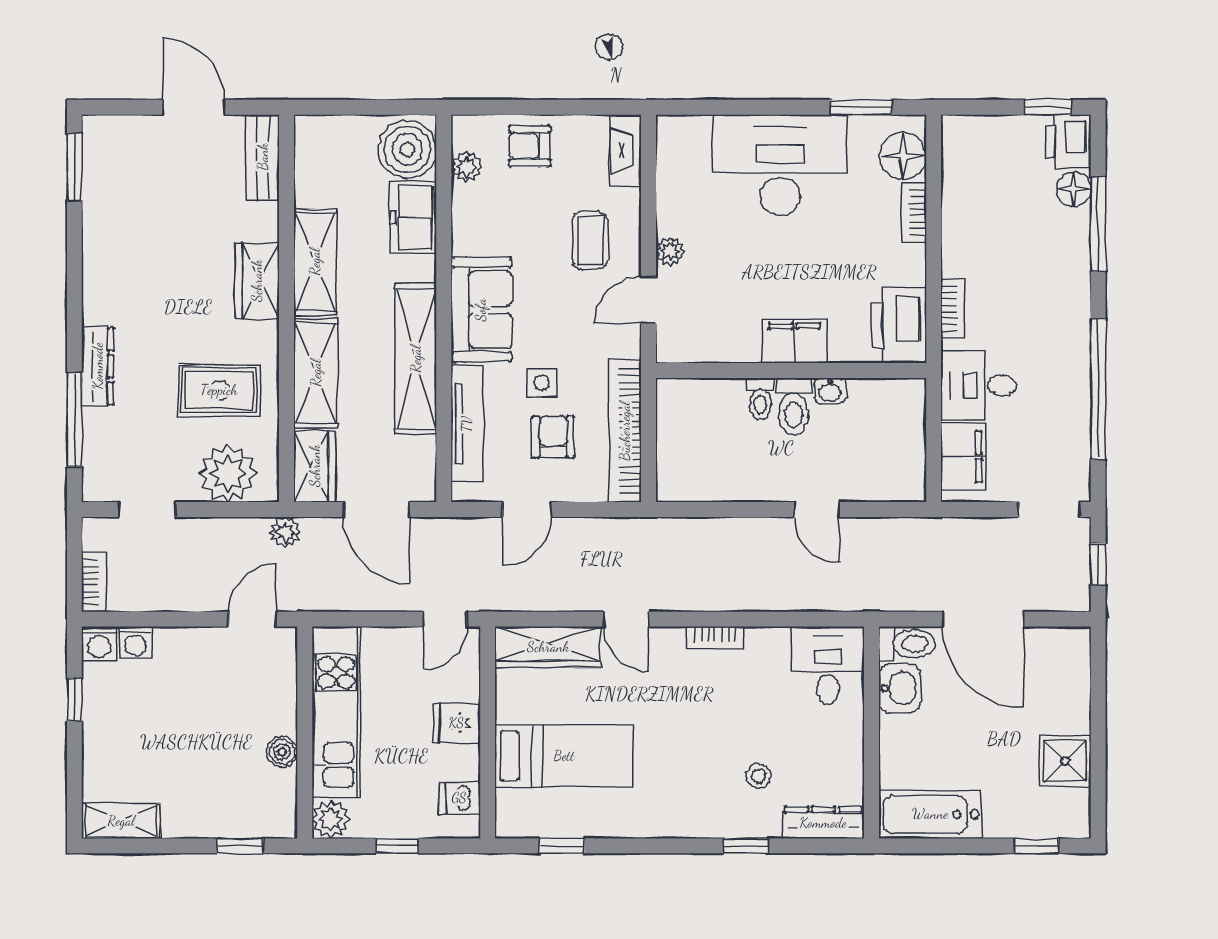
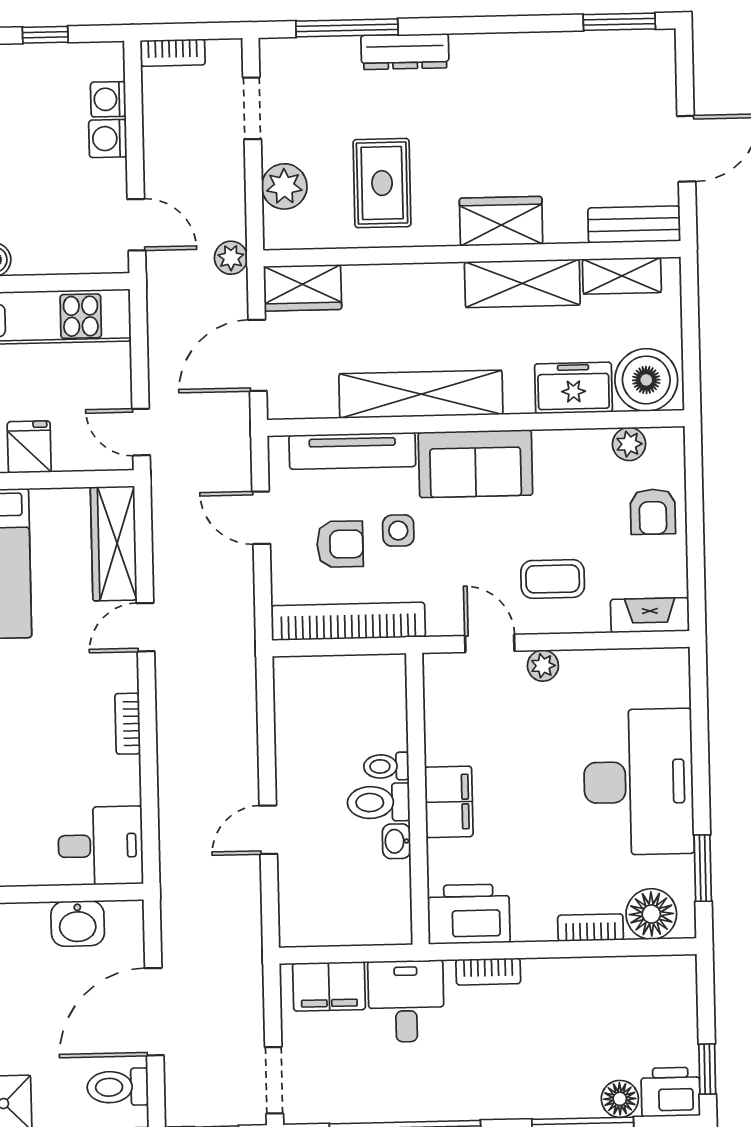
armchair: (530, 146) -> (653, 512), turned 180
shelving: (316, 373) -> (622, 276), moved, width x0.67, depth x0.75
plant: (228, 473) -> (284, 186), width x0.73, depth x0.73
washing machine: (99, 644) -> (108, 139), moved
toilet: (907, 644) -> (118, 1087), moved, turned 90

